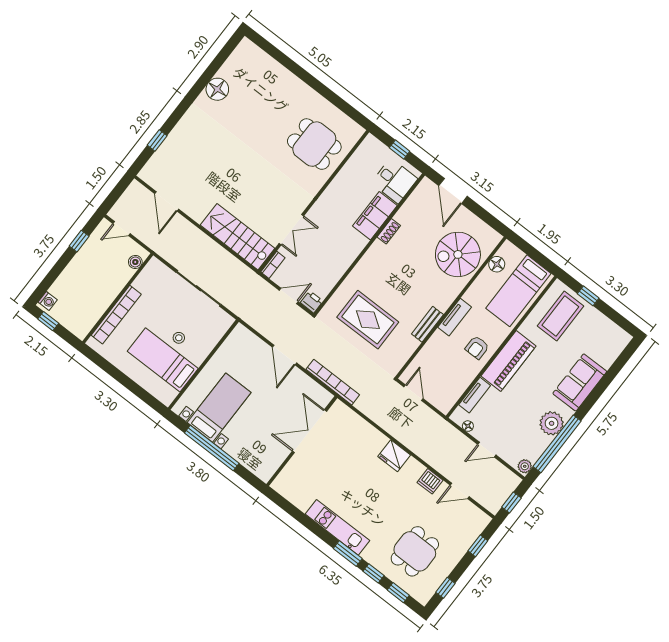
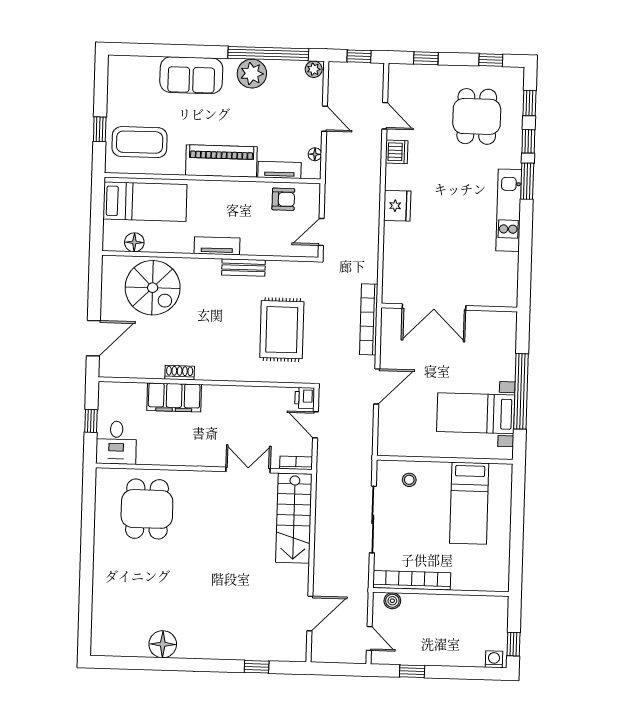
desk: (394, 181) -> (116, 443), moved, turned 180
bookcase: (116, 315) -> (412, 580), moved
stool: (179, 338) -> (409, 480), moved
armchair: (477, 347) -> (283, 199), moved
dining table: (415, 551) -> (477, 116), turned 90

